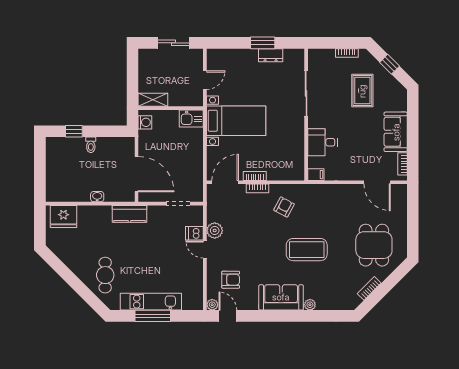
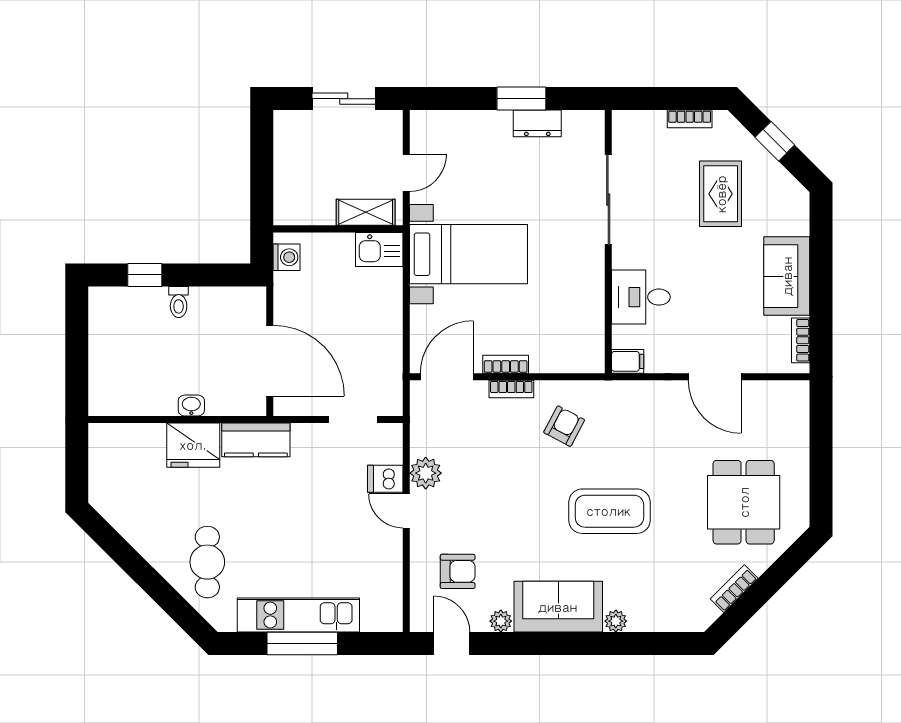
shelving: (153, 100) -> (366, 212), moved
door: (377, 182) -> (715, 377), moved
fridge: (63, 216) -> (193, 445), moved
plant: (212, 305) -> (501, 621), moved

